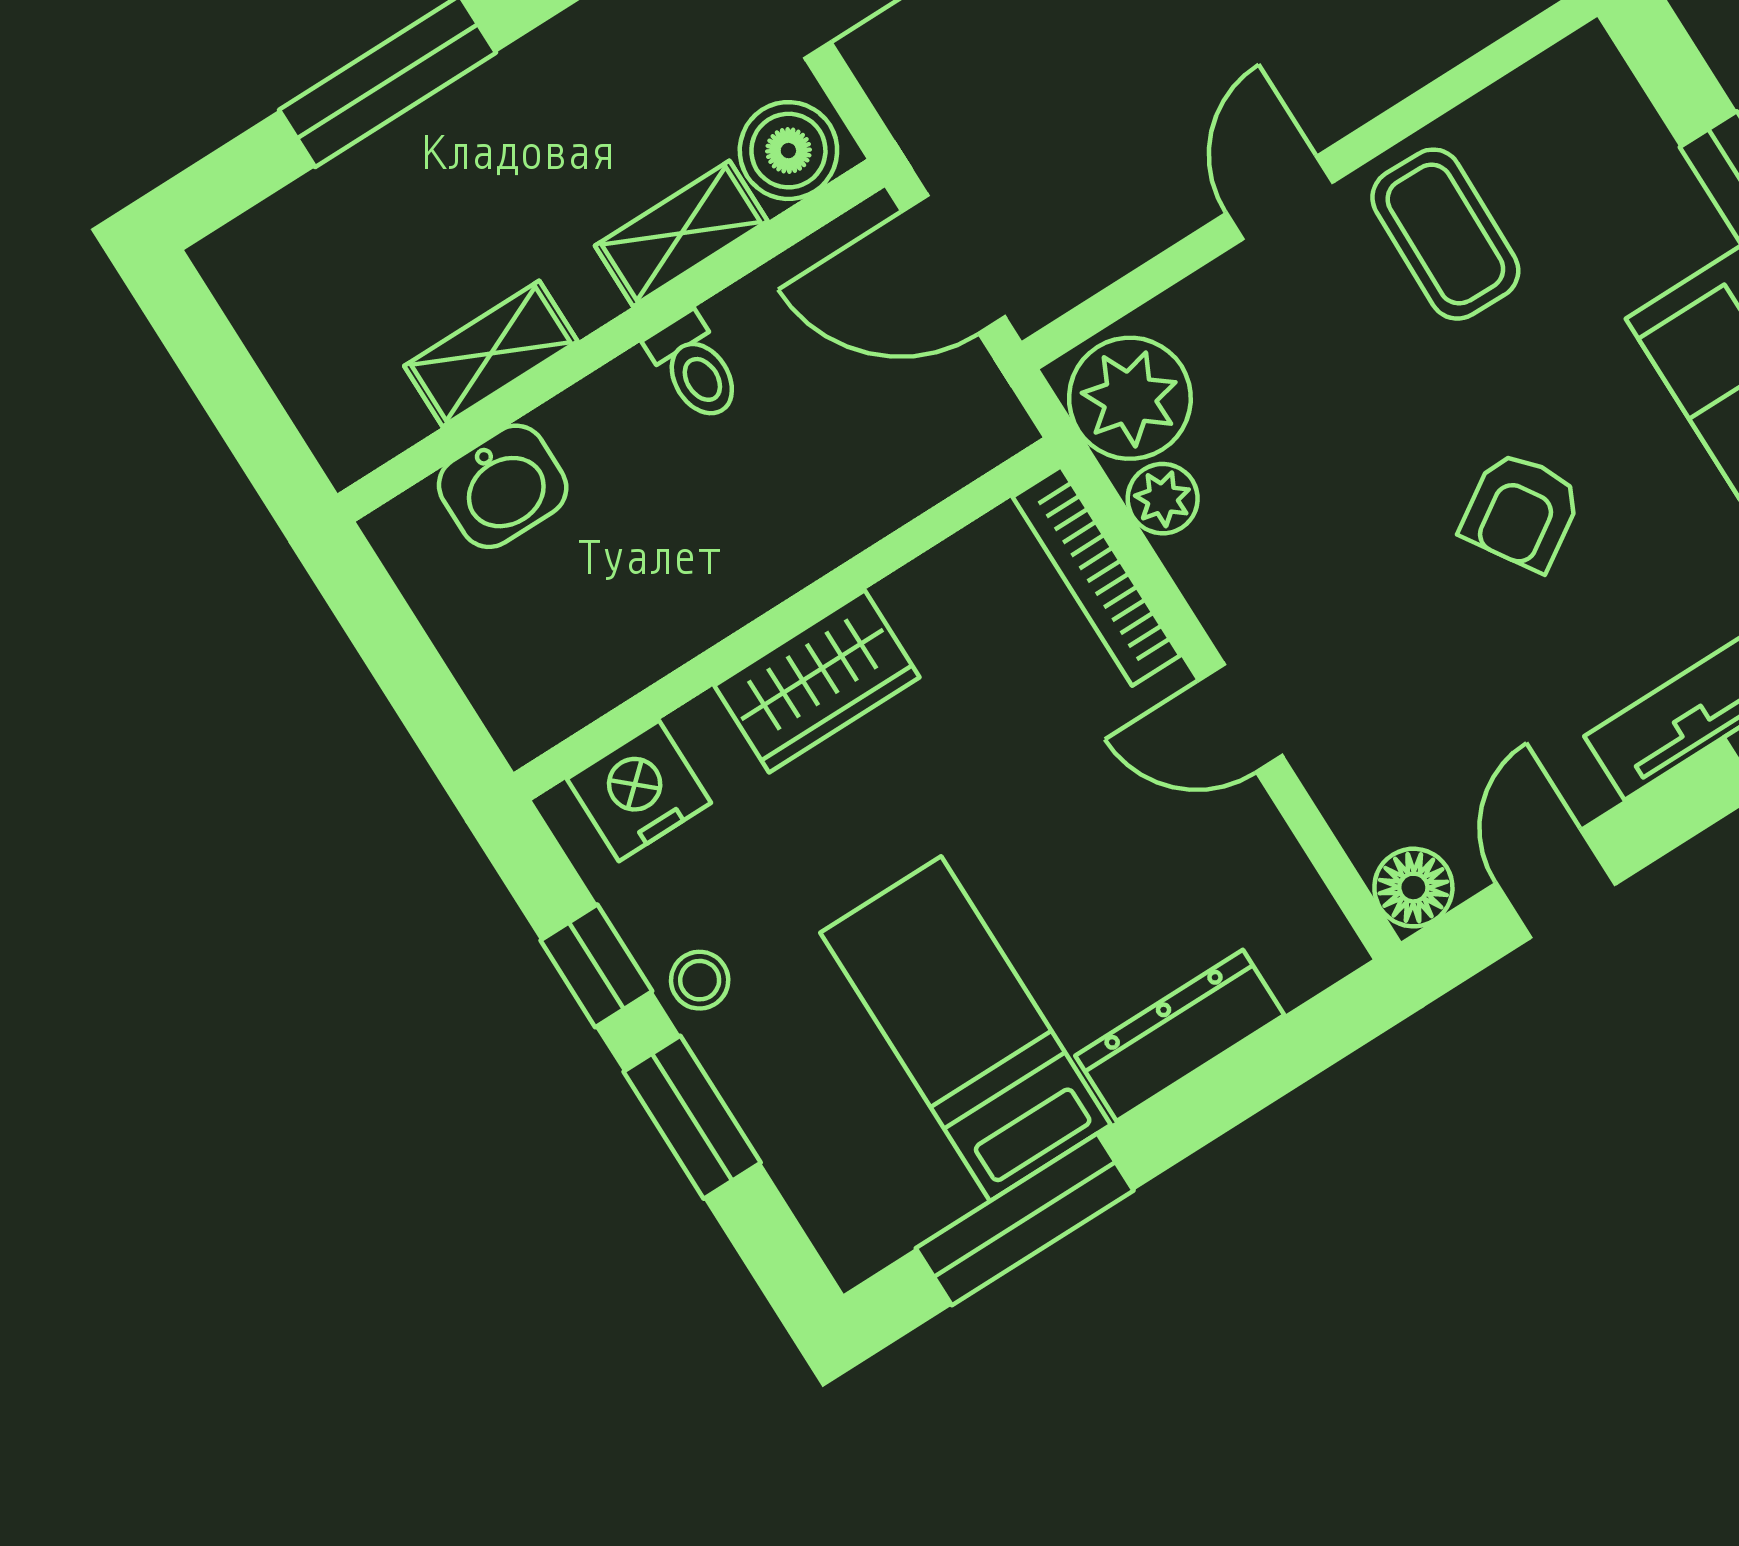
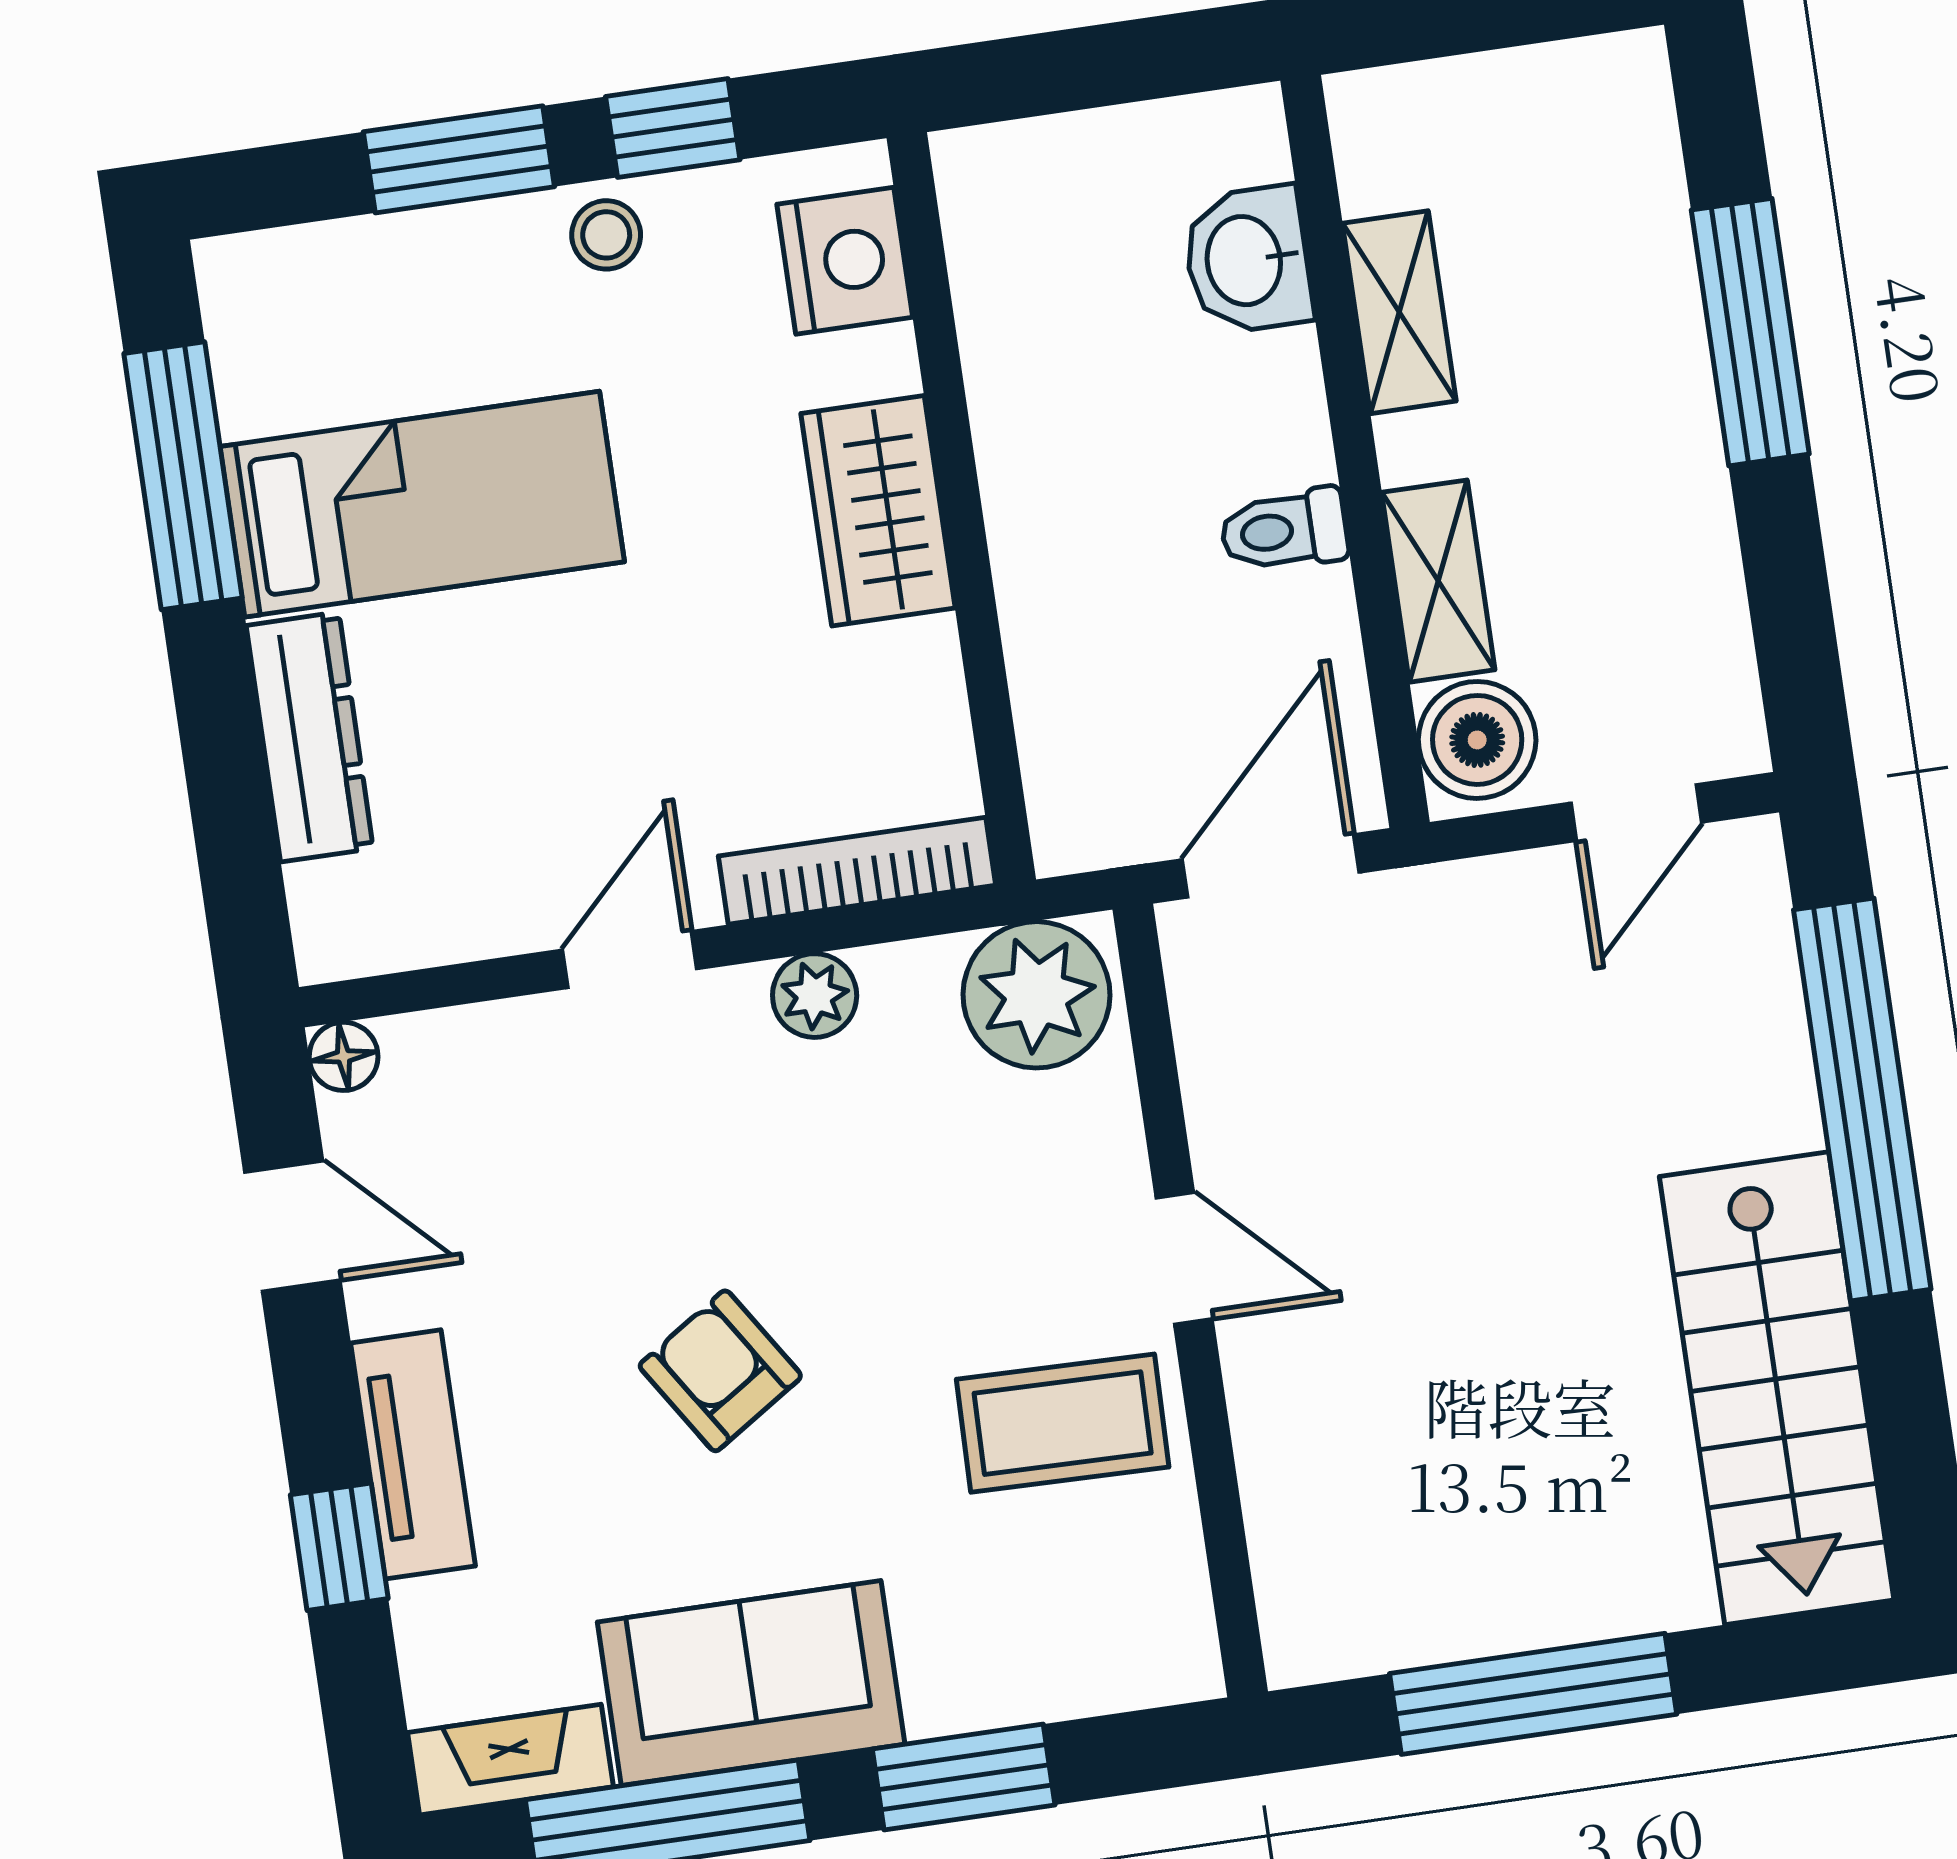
plant: (1163, 499) -> (815, 996), moved
floor lamp: (1413, 888) -> (344, 1056), width x0.73, depth x0.73

